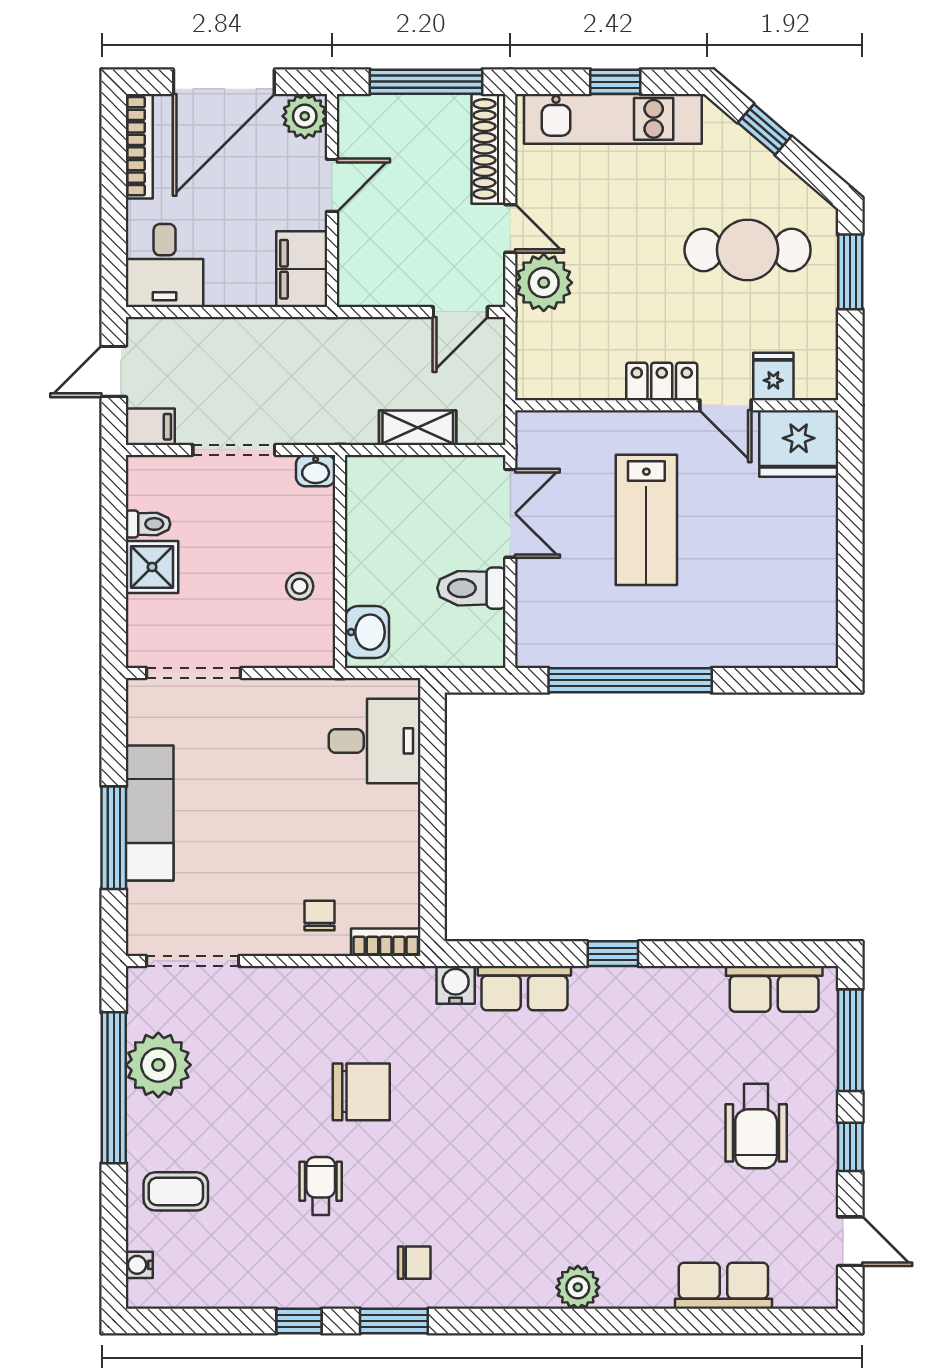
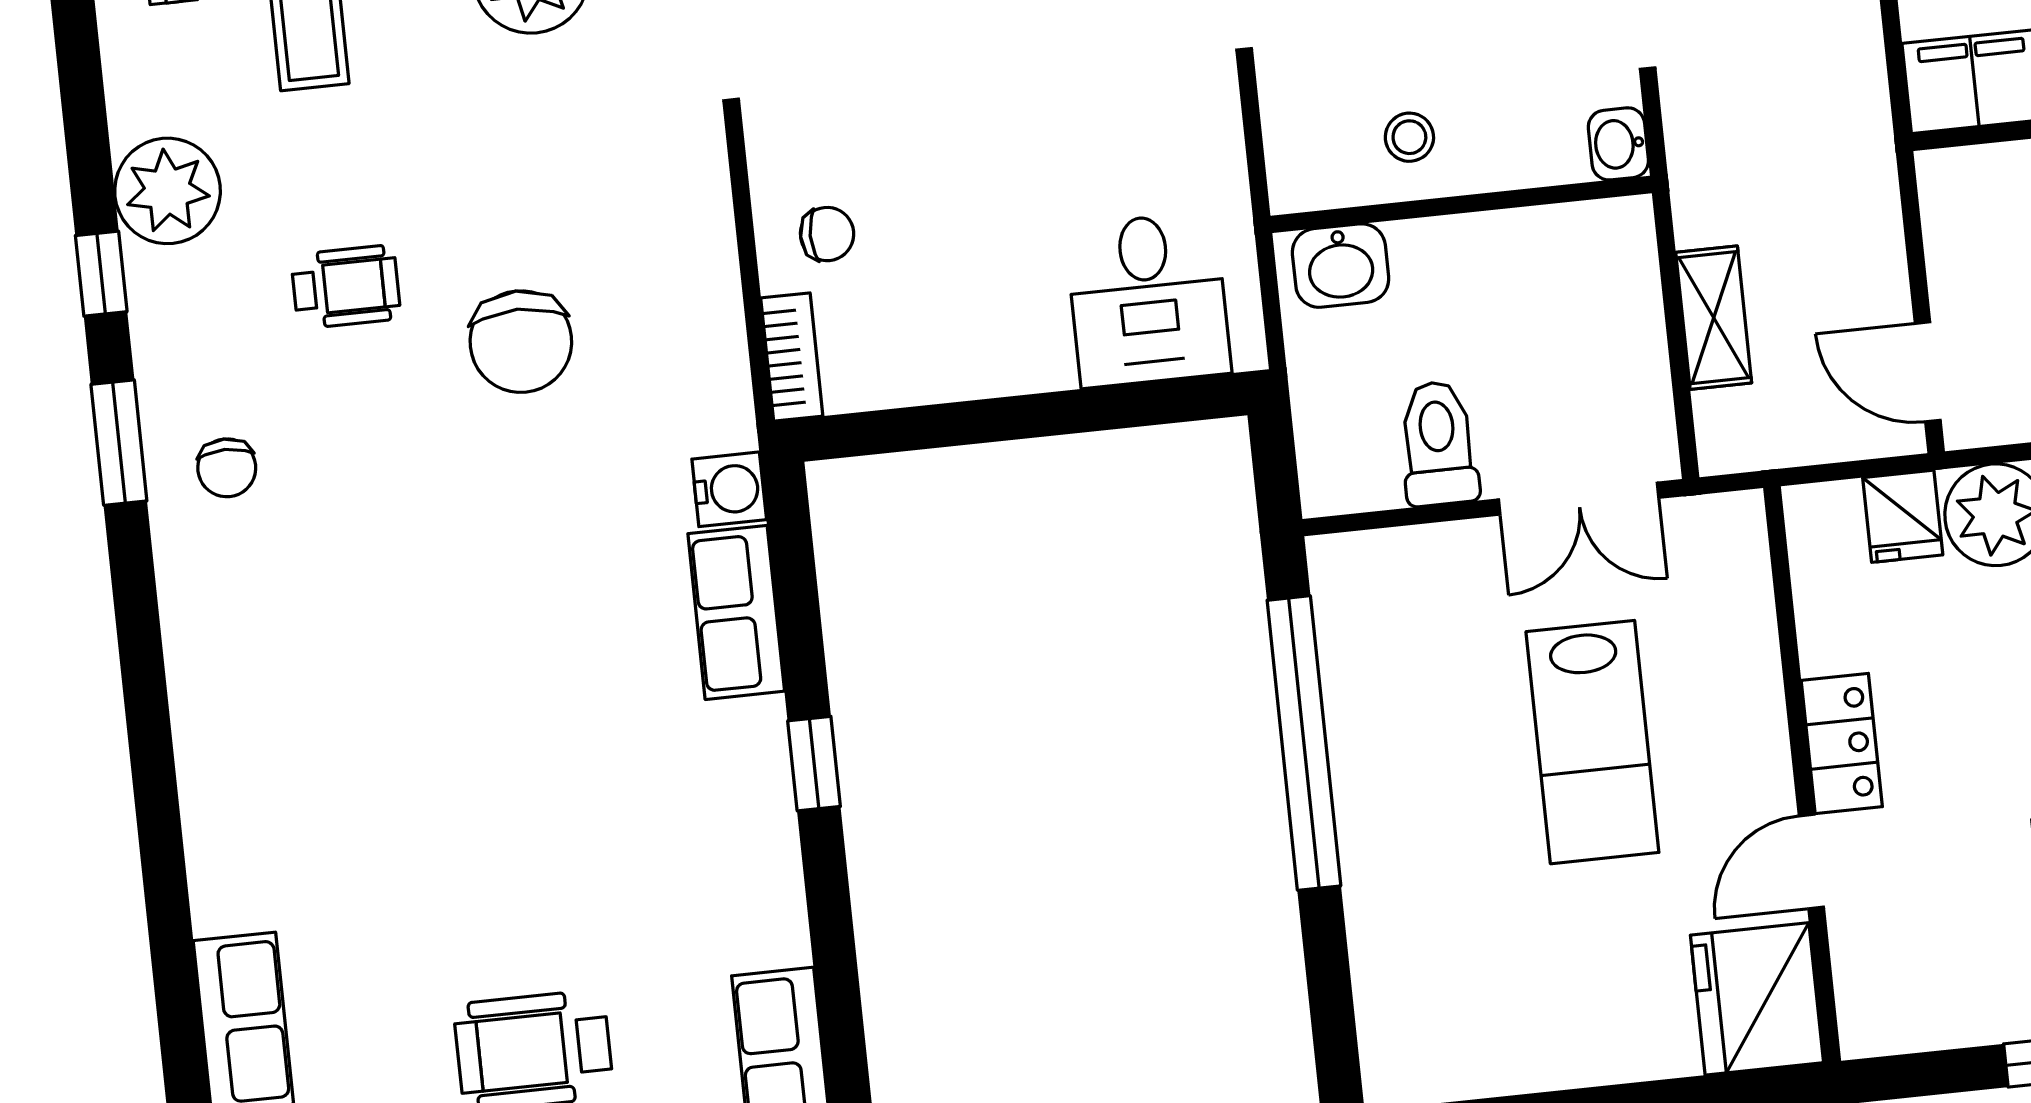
fridge: (773, 377) -> (1903, 516), moved, turned 90
lab bench: (646, 520) -> (1592, 742), turned -90
plant: (578, 1287) -> (168, 191), moved, width x1.36, depth x1.36

